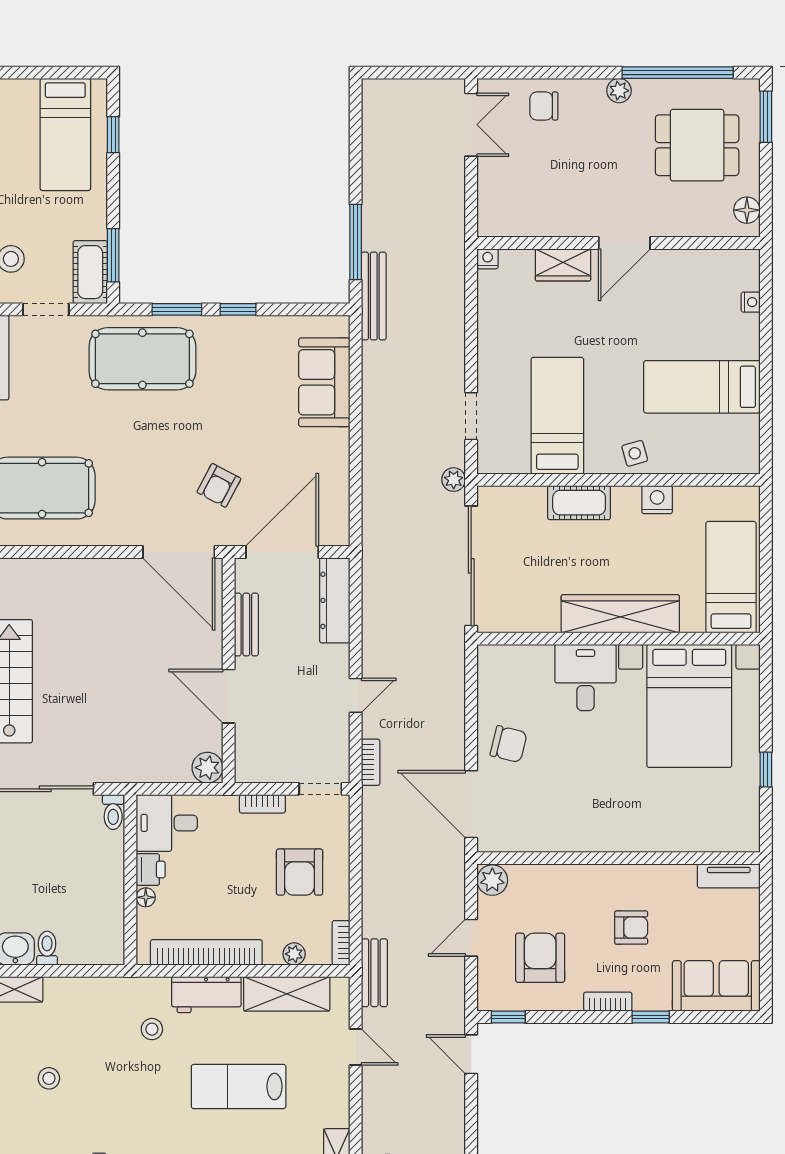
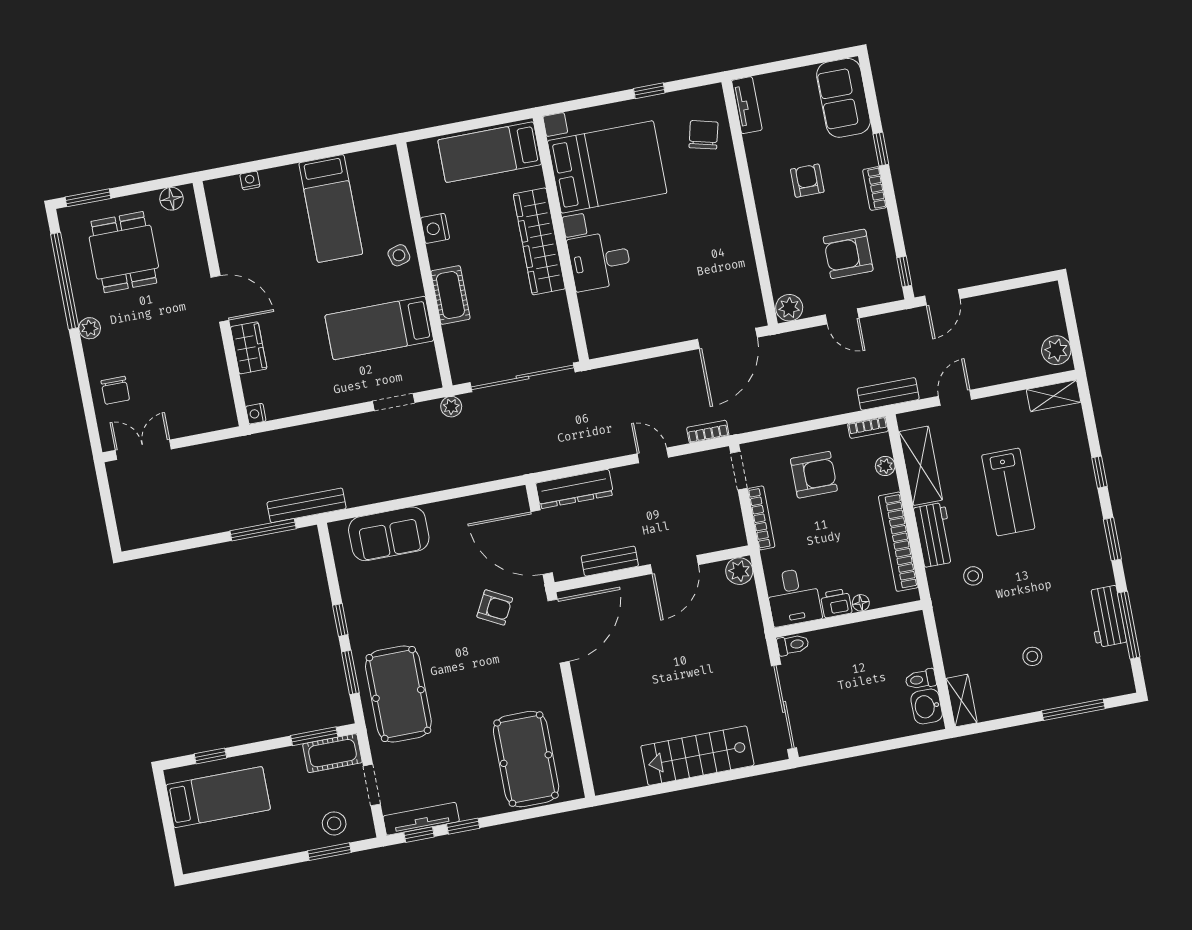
chair: (509, 744) -> (704, 135), moved
bookcase: (262, 804) -> (761, 518), width x1.56

